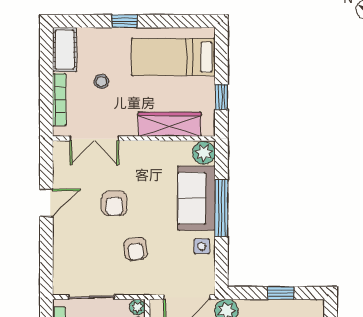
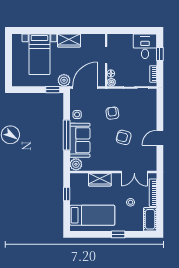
wardrobe: (170, 124) -> (100, 180), width x0.67
double door: (94, 139) -> (134, 172), swing flipped
armchair: (114, 203) -> (124, 137), turned -75
window: (281, 293) -> (53, 90), moved

